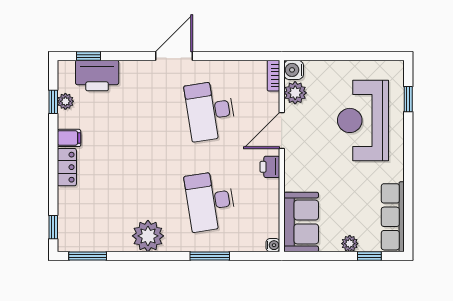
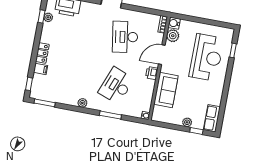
reception desk: (363, 120) -> (206, 57), turned 180
filing cabinet: (69, 138) -> (41, 69), moved
desk: (210, 201) -> (116, 86), turned 30
row of seats: (393, 217) -> (212, 118), width x0.68
sofa: (301, 222) -> (166, 90), moved
plant: (148, 236) -> (82, 103), width x0.53, depth x0.53

